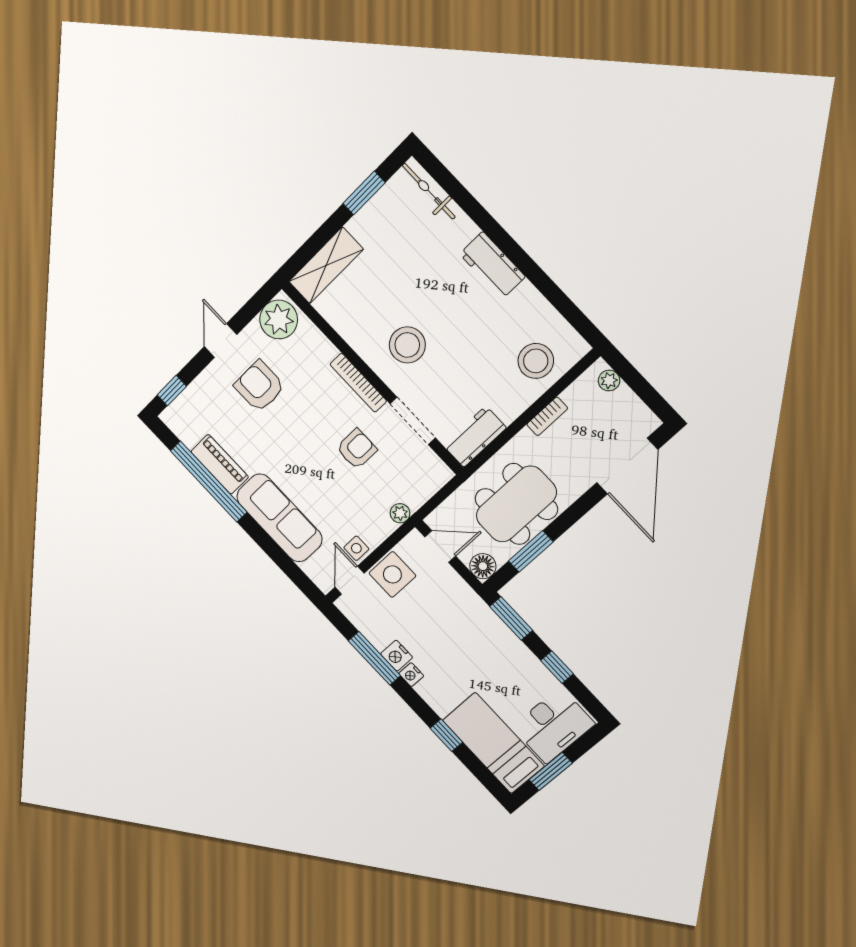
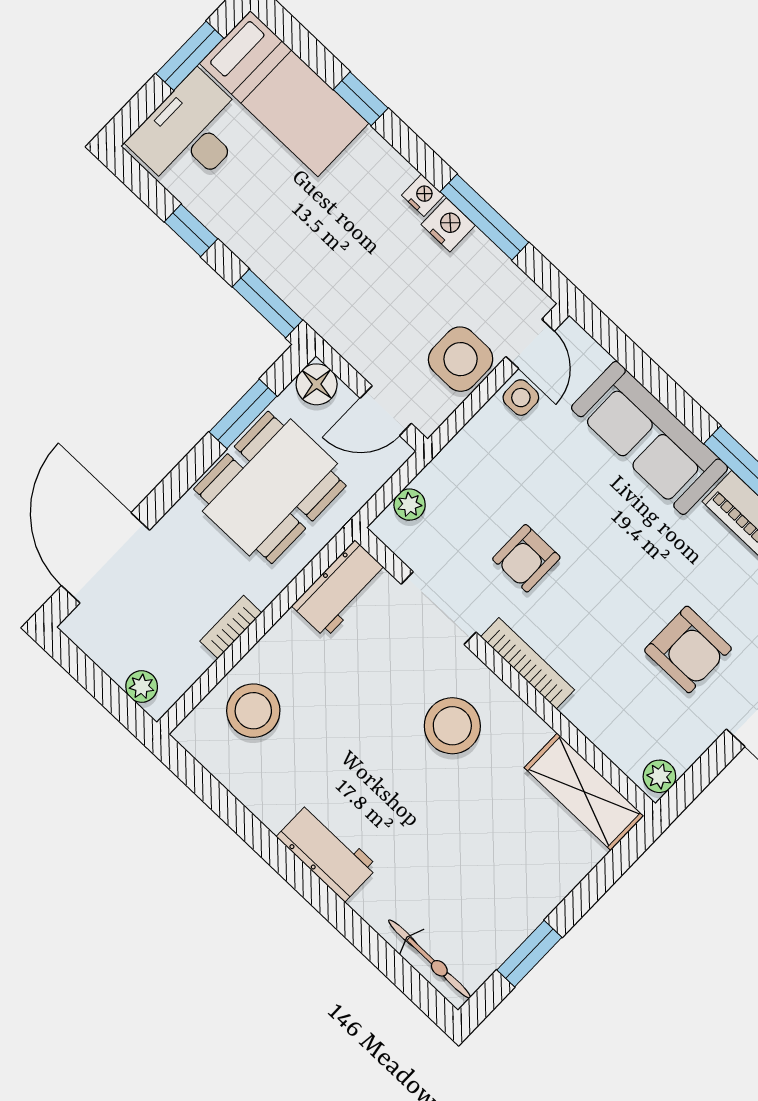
shelving: (326, 265) -> (584, 792), moved, turned 90
plant: (279, 320) -> (659, 776), width x0.53, depth x0.53
plant: (400, 513) -> (410, 505), moved

